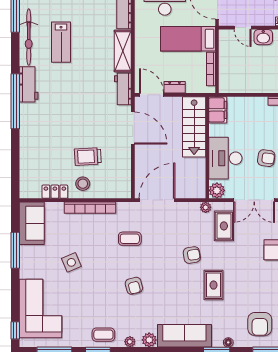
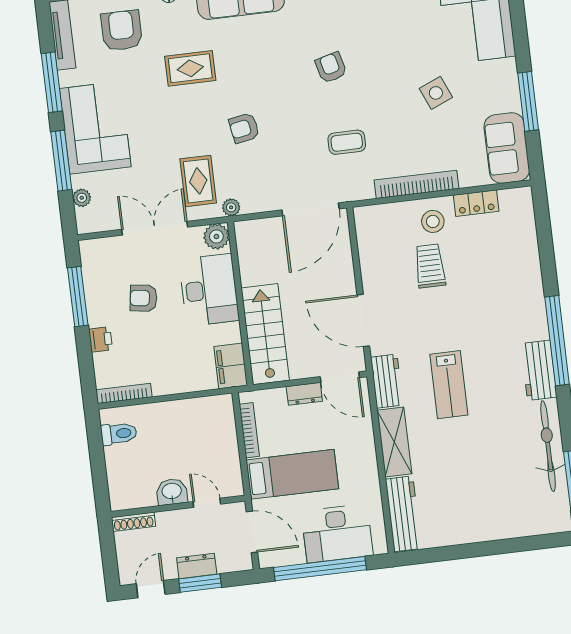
lab bench: (61, 42) -> (449, 385), moved, turned 180
trolley: (88, 156) -> (430, 266), turned -87
rug: (214, 285) -> (190, 68), moved, turned 90

